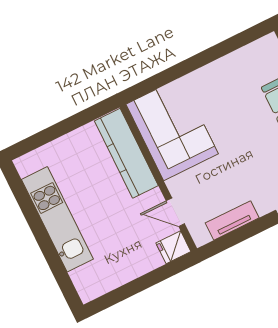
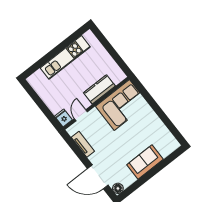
kitchen counter: (126, 153) -> (99, 89), width x0.67

